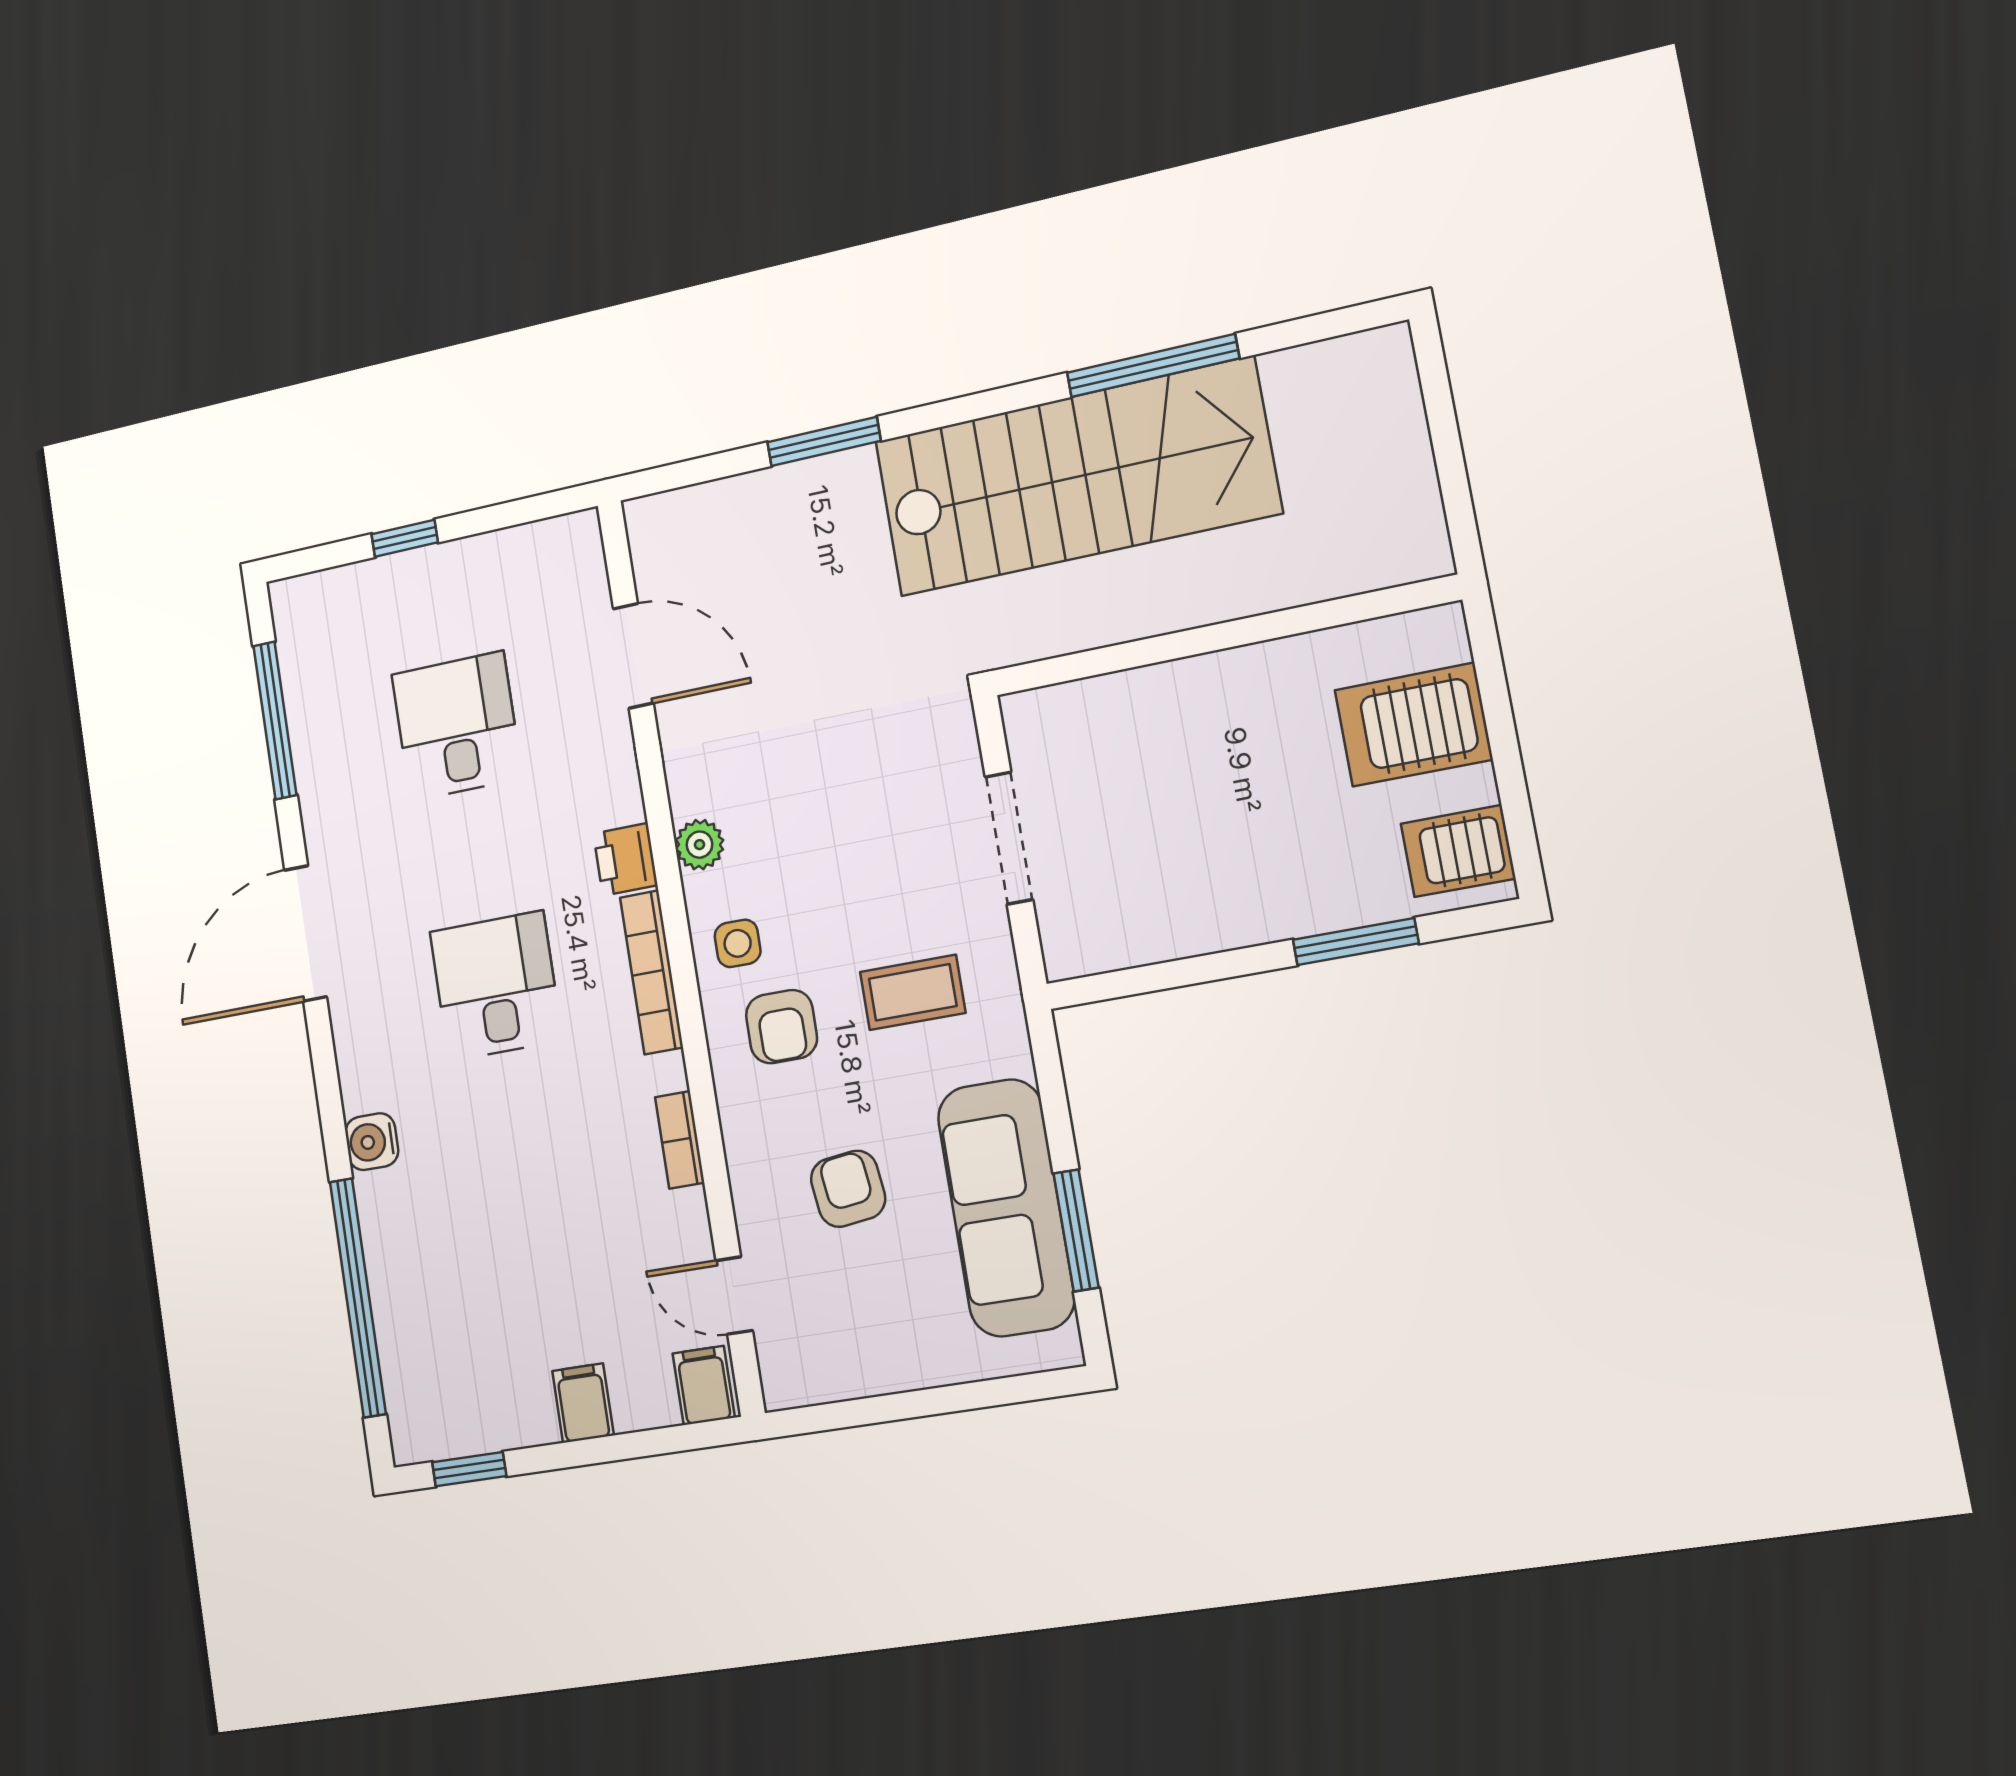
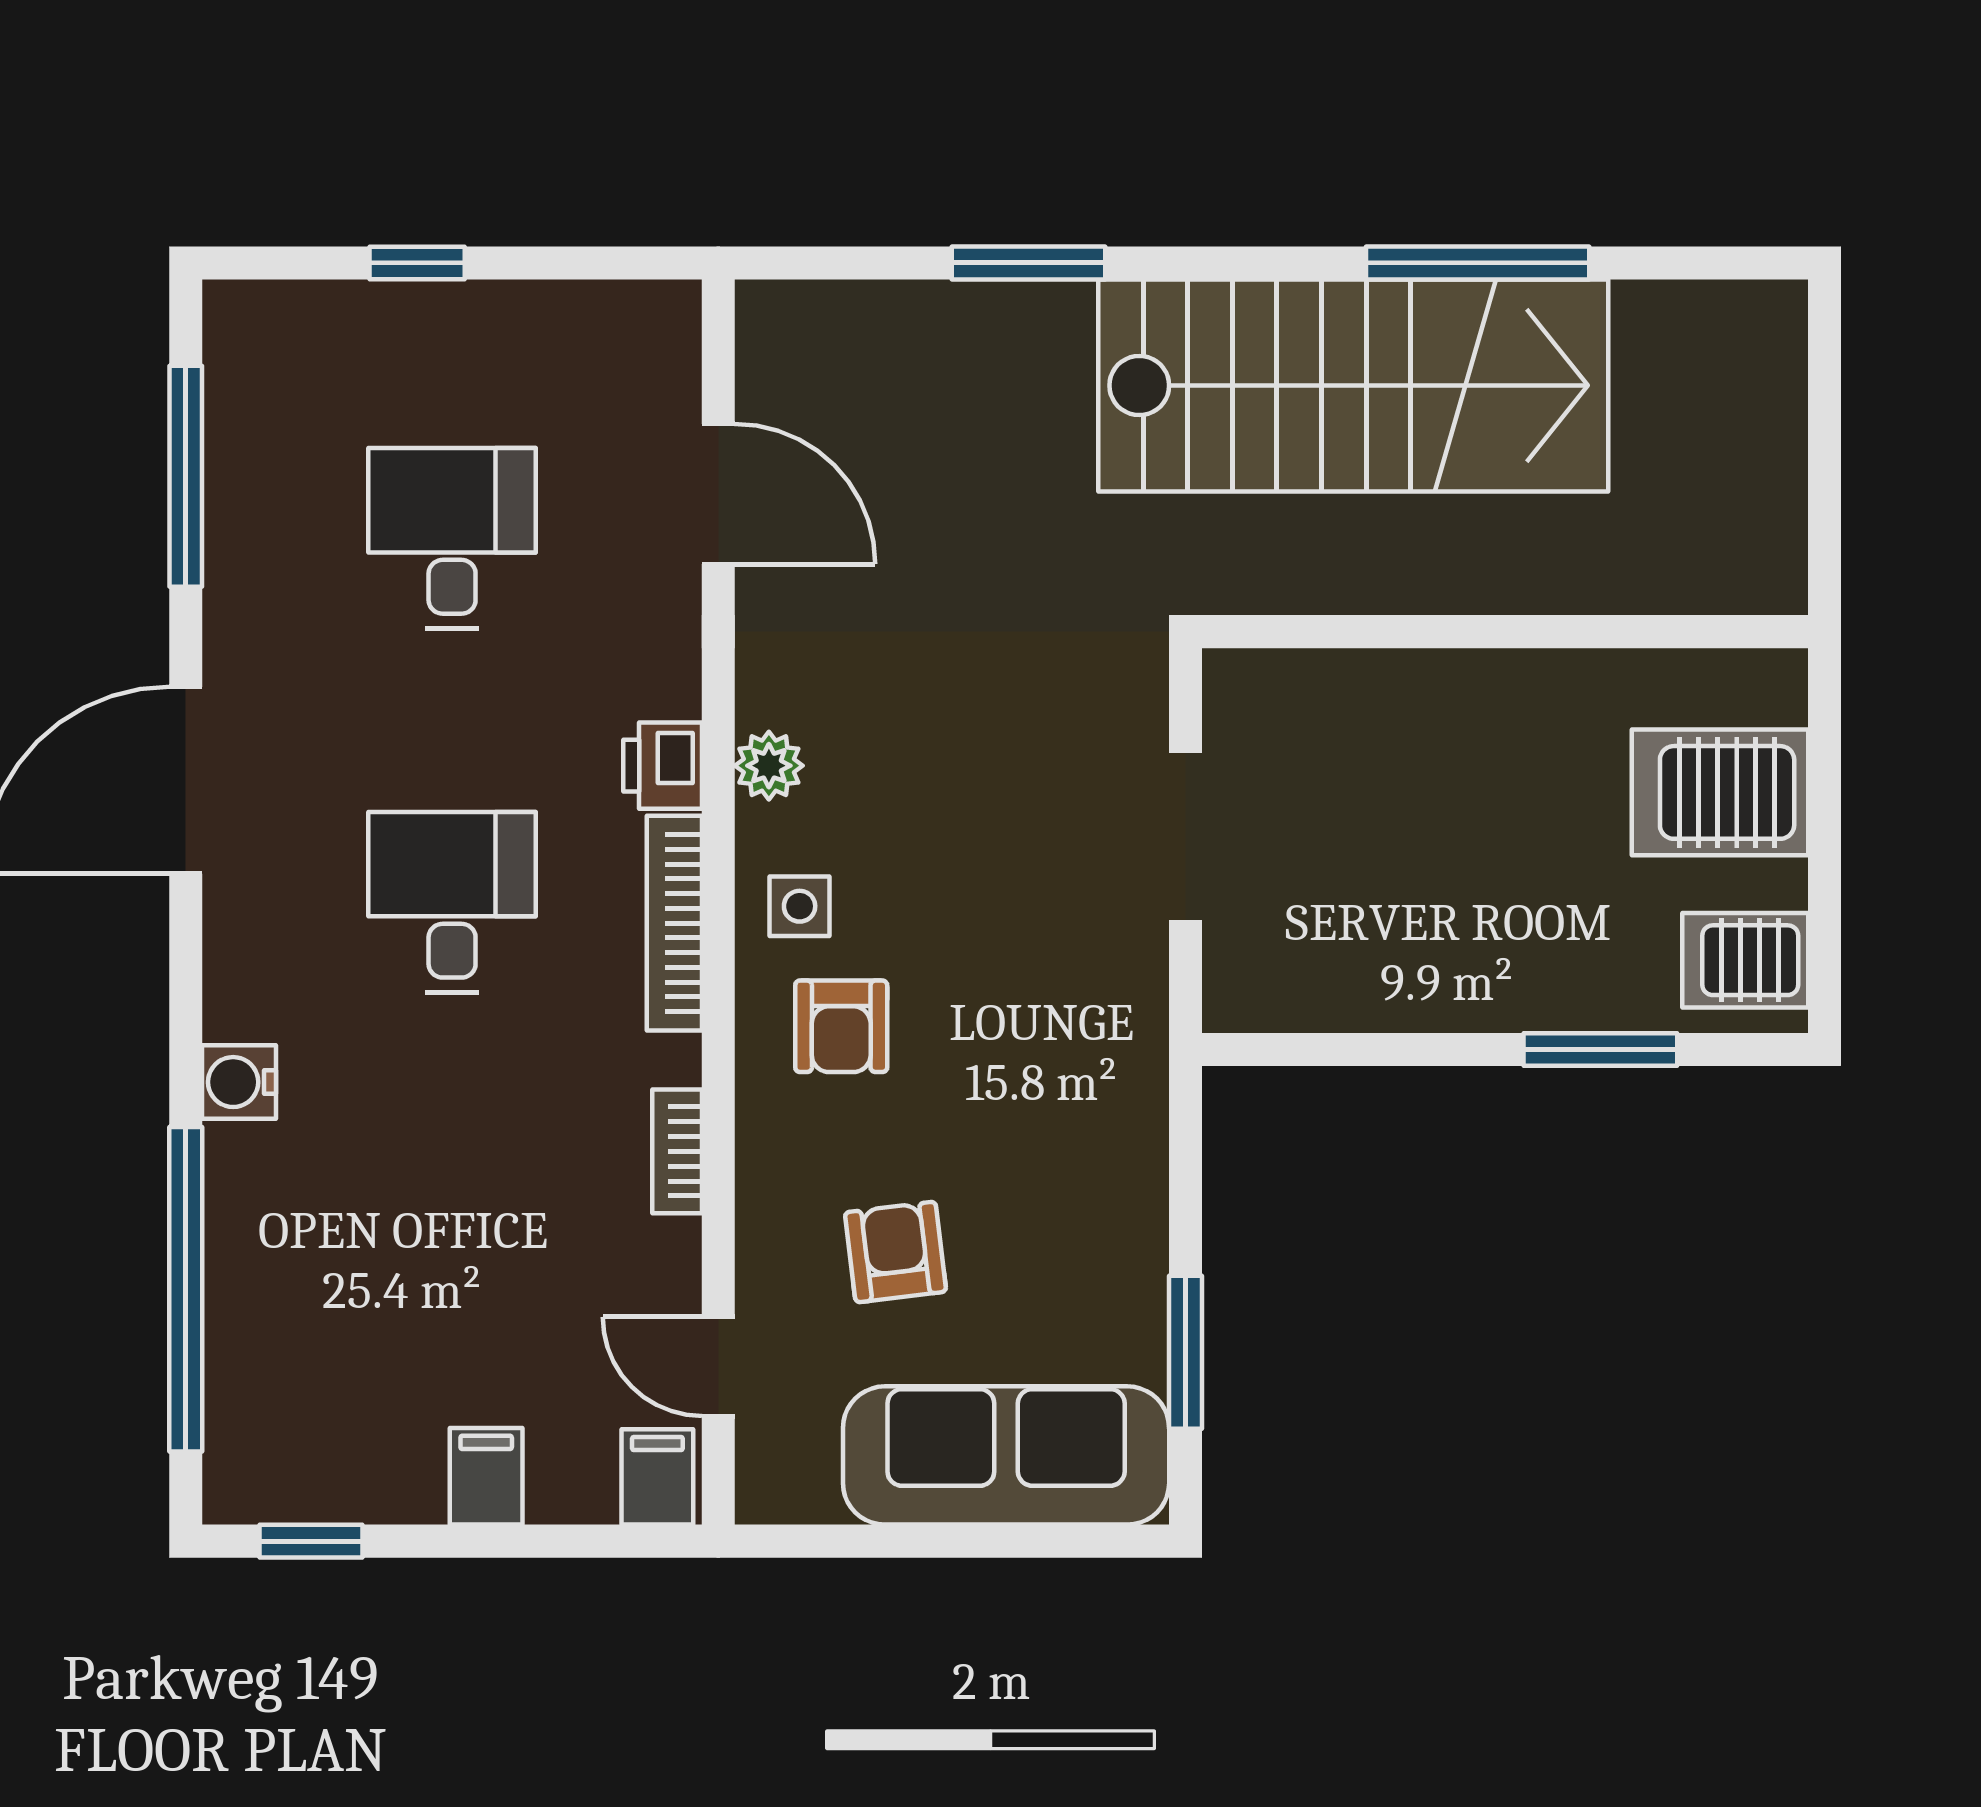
coffee table: (913, 992) -> (1025, 1013), removed
sofa: (1006, 1208) -> (1006, 1455), moved, turned 90

